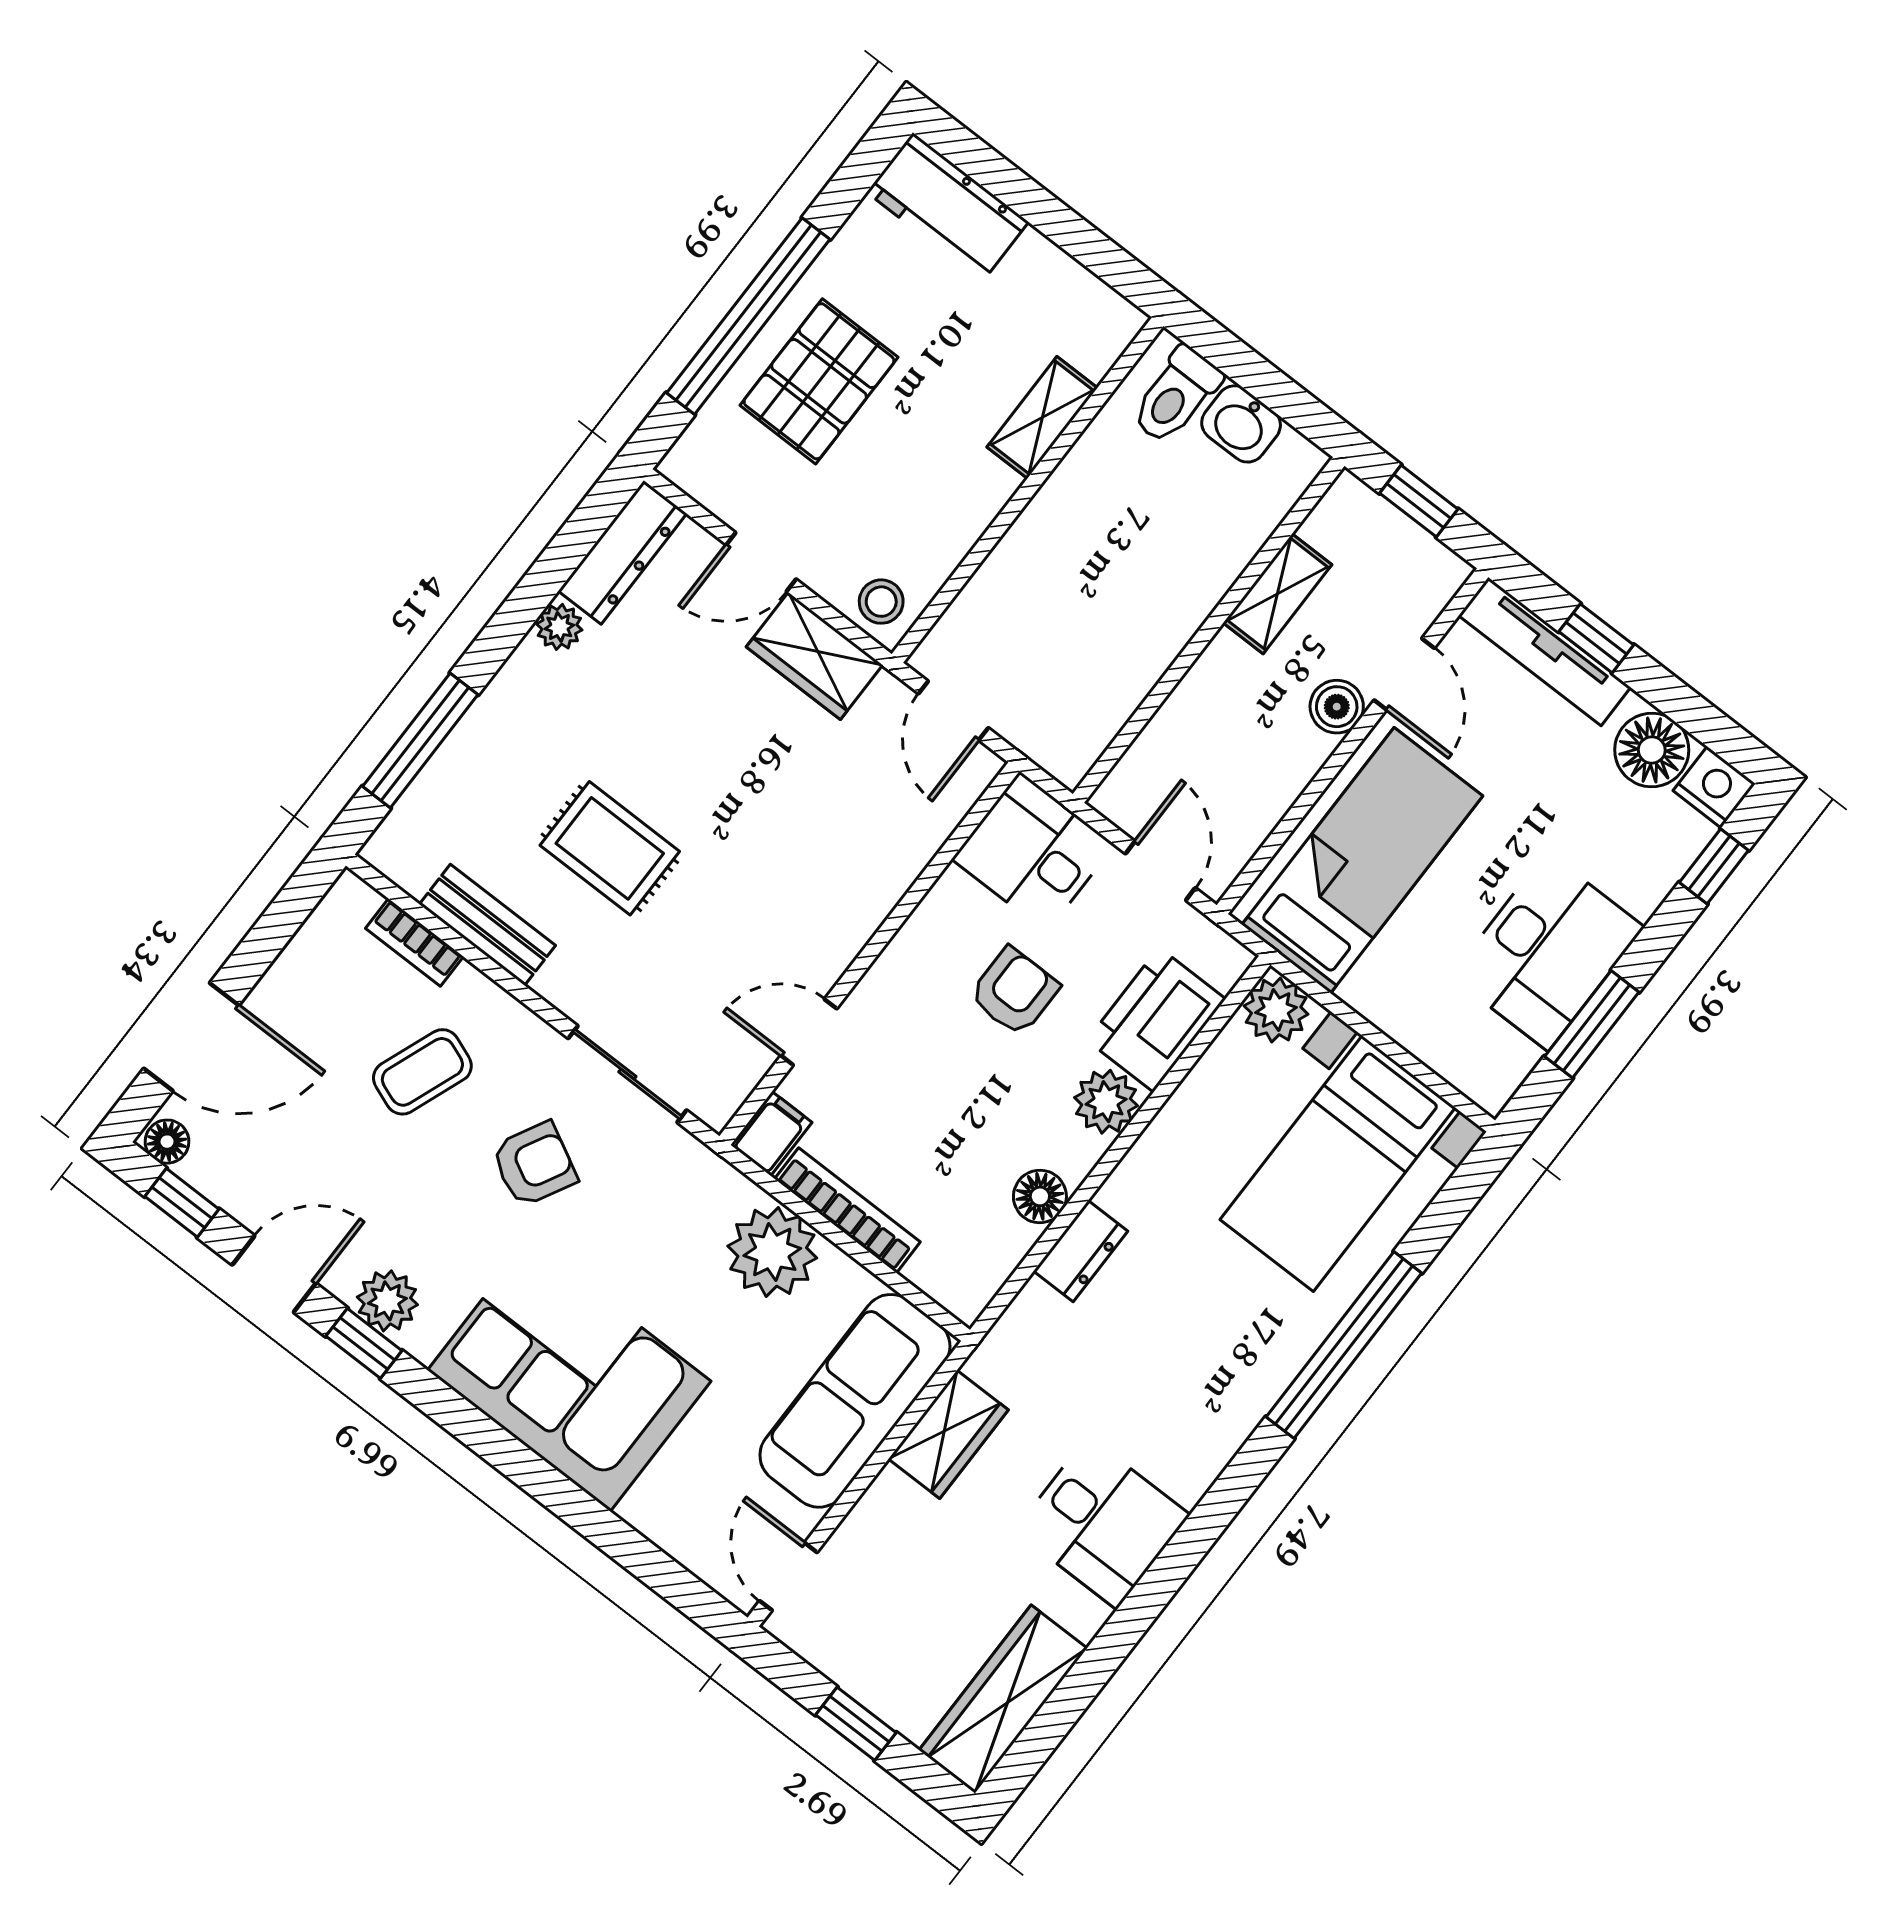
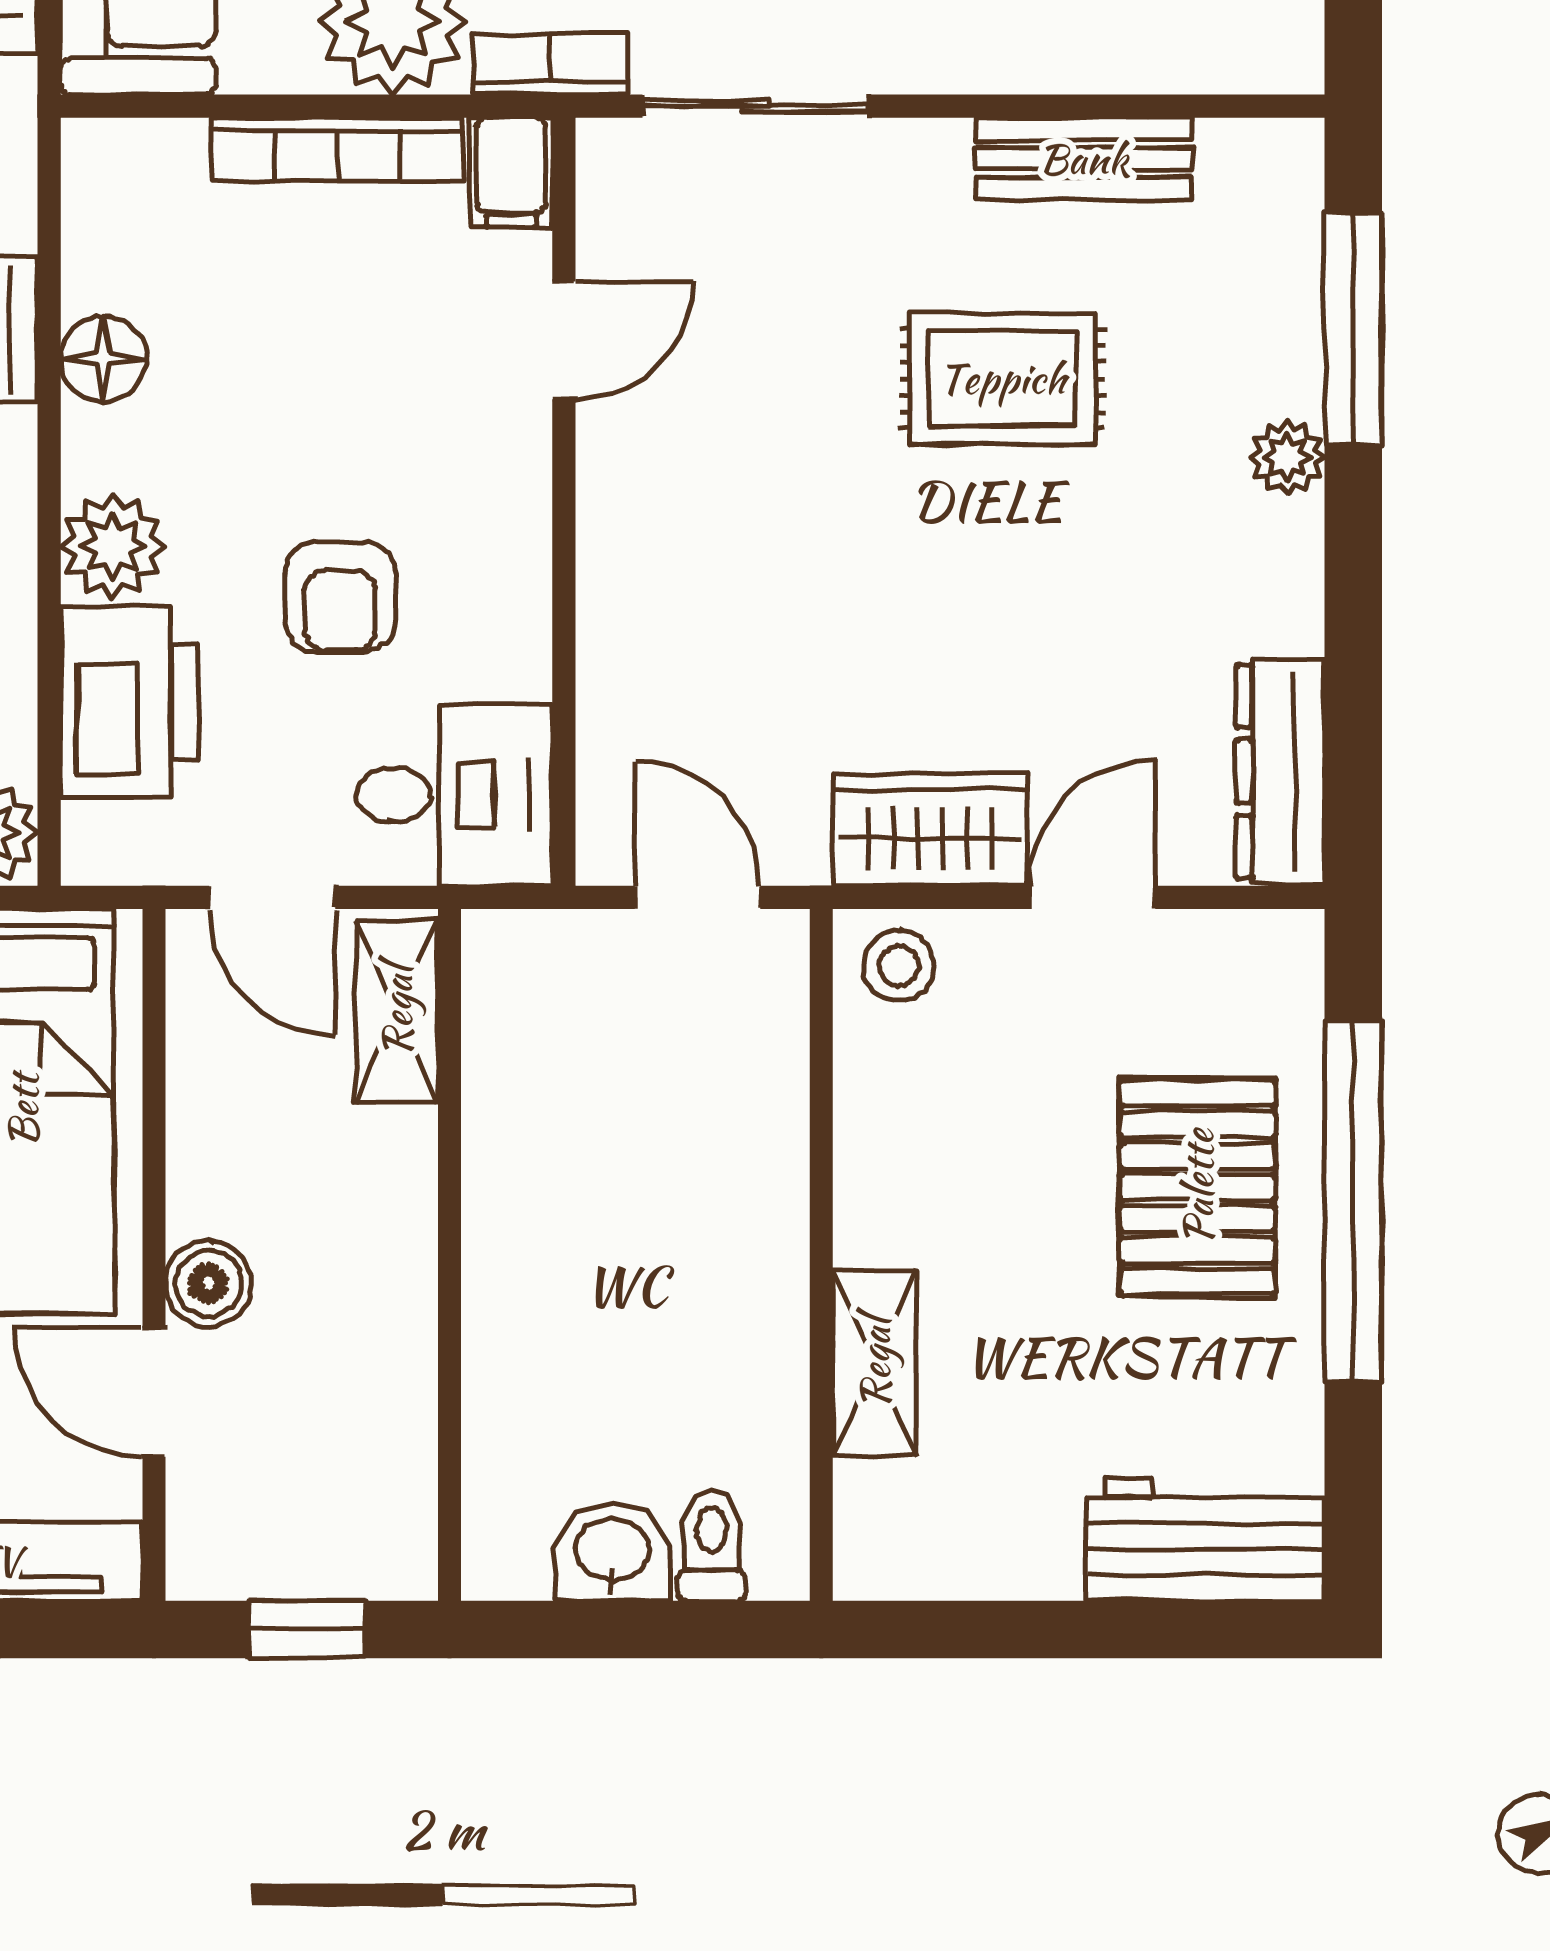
toilet: (1176, 395) -> (712, 1545), width x0.73, depth x0.72
shelving: (1277, 594) -> (397, 1011), moved
plant: (559, 627) -> (1287, 457), moved
bookcase: (415, 942) -> (550, 64), moved

